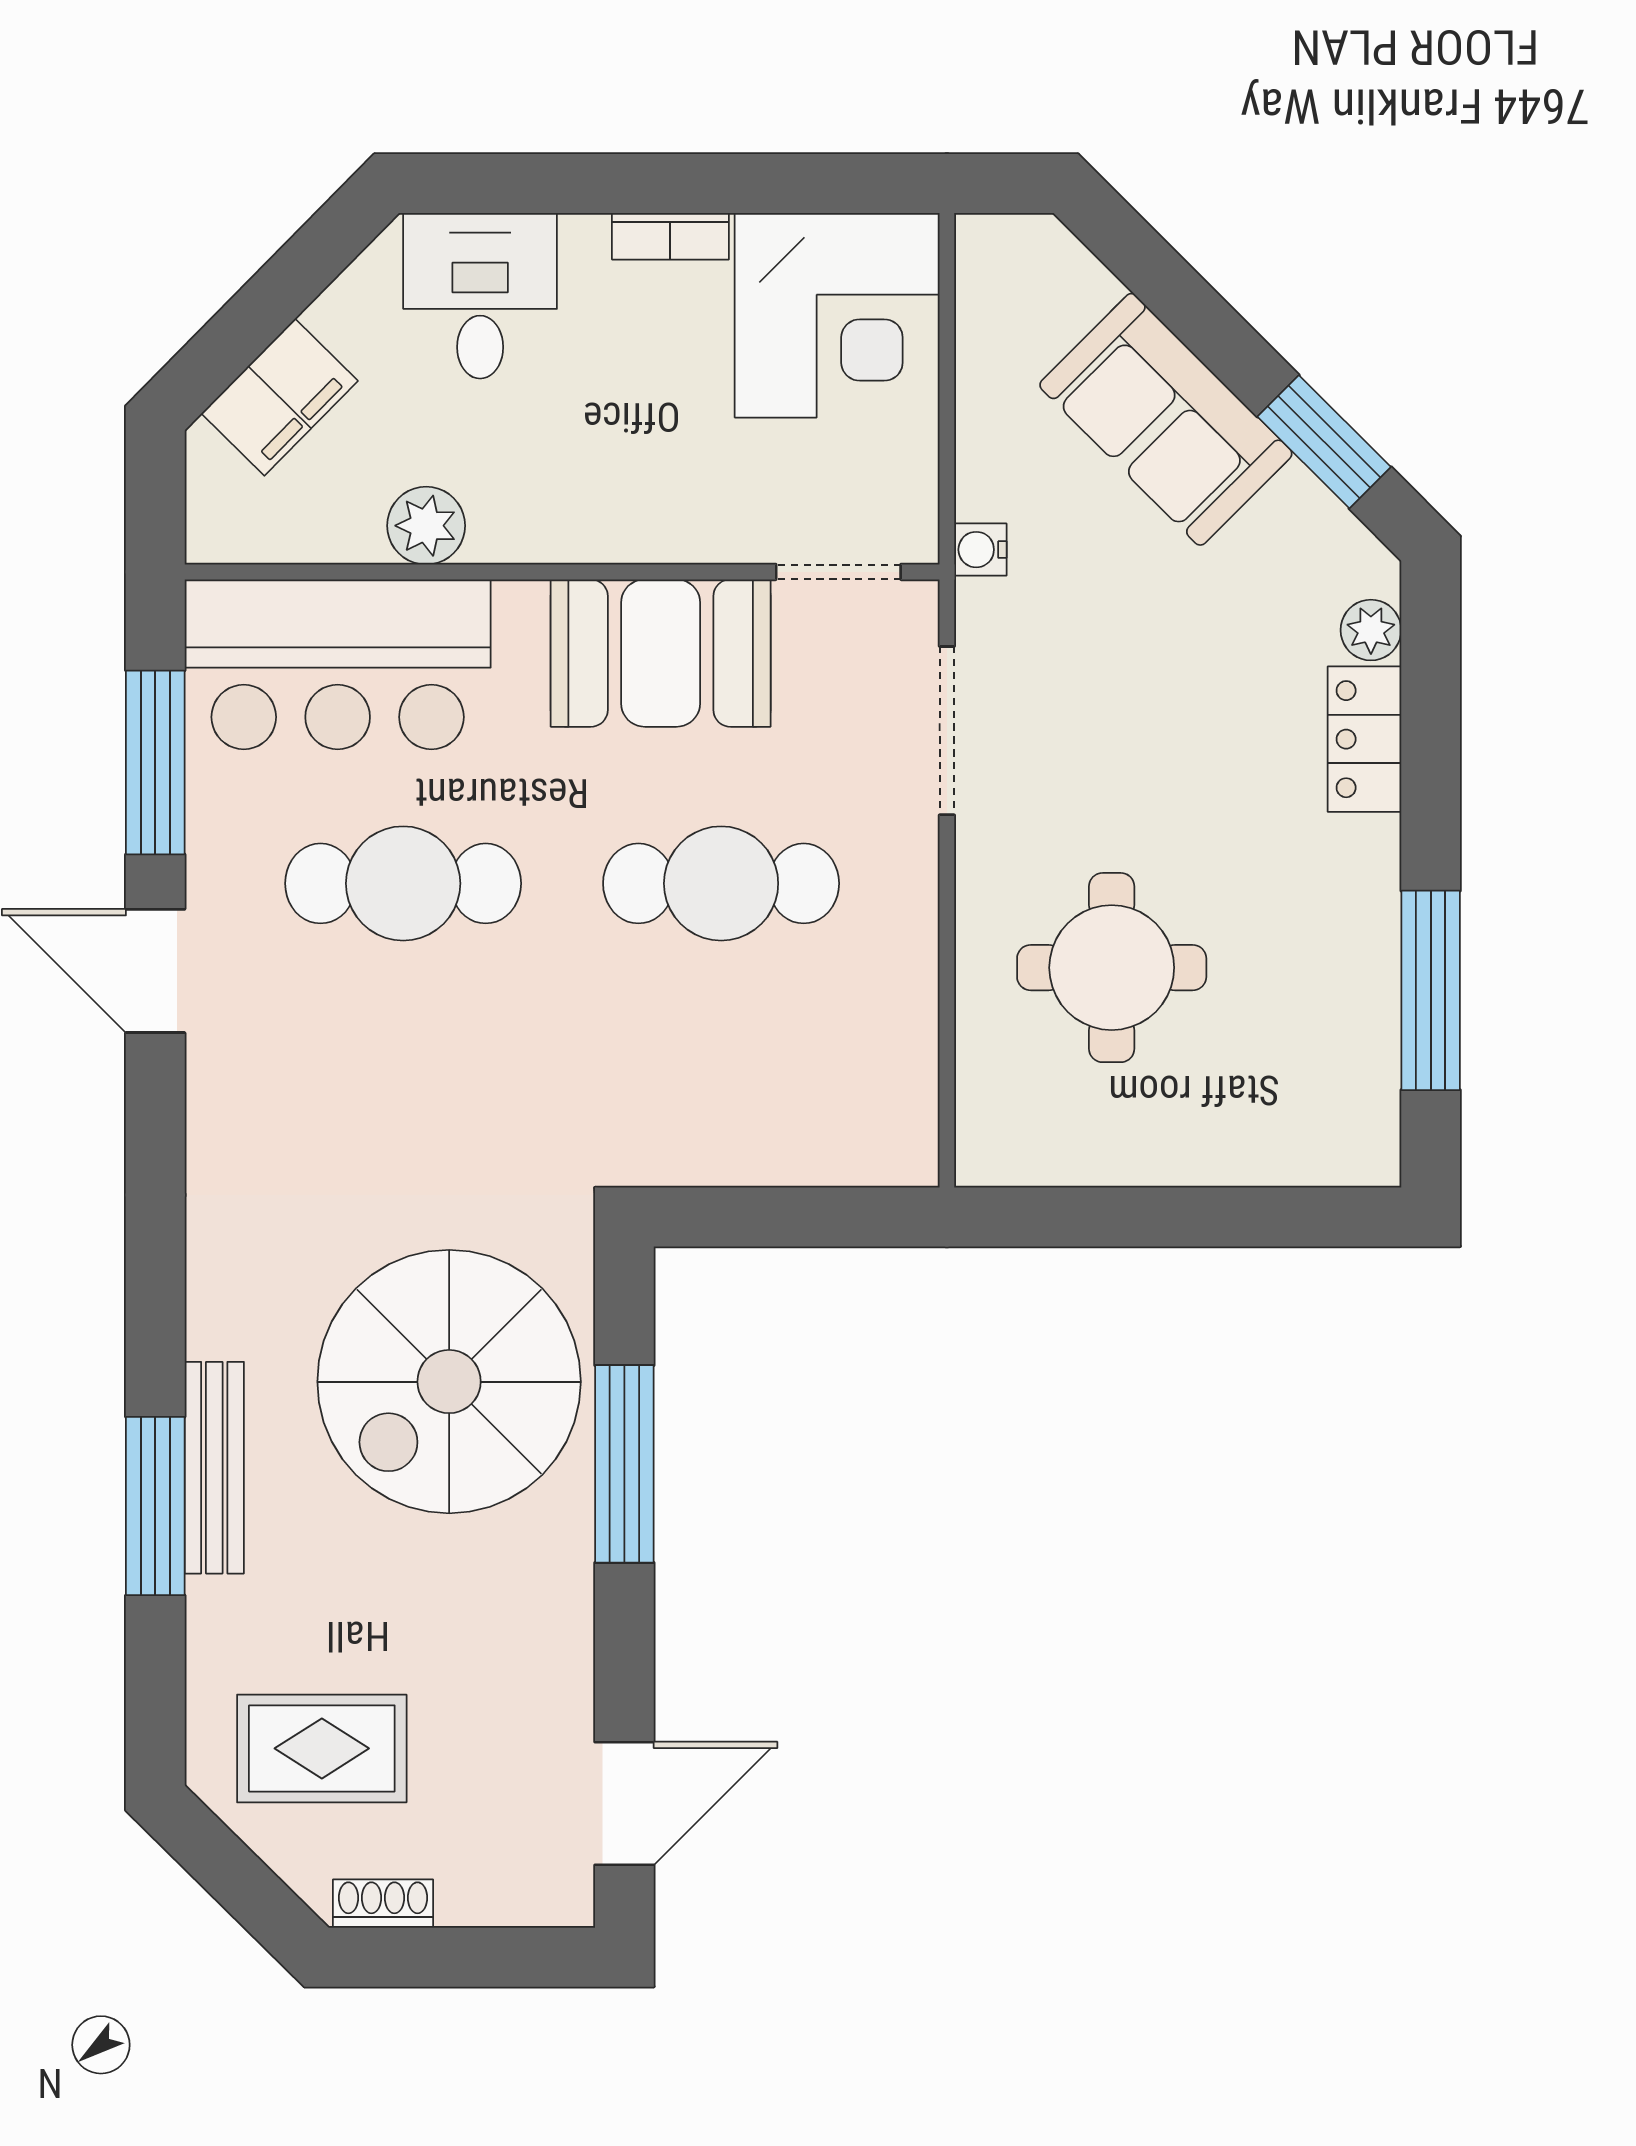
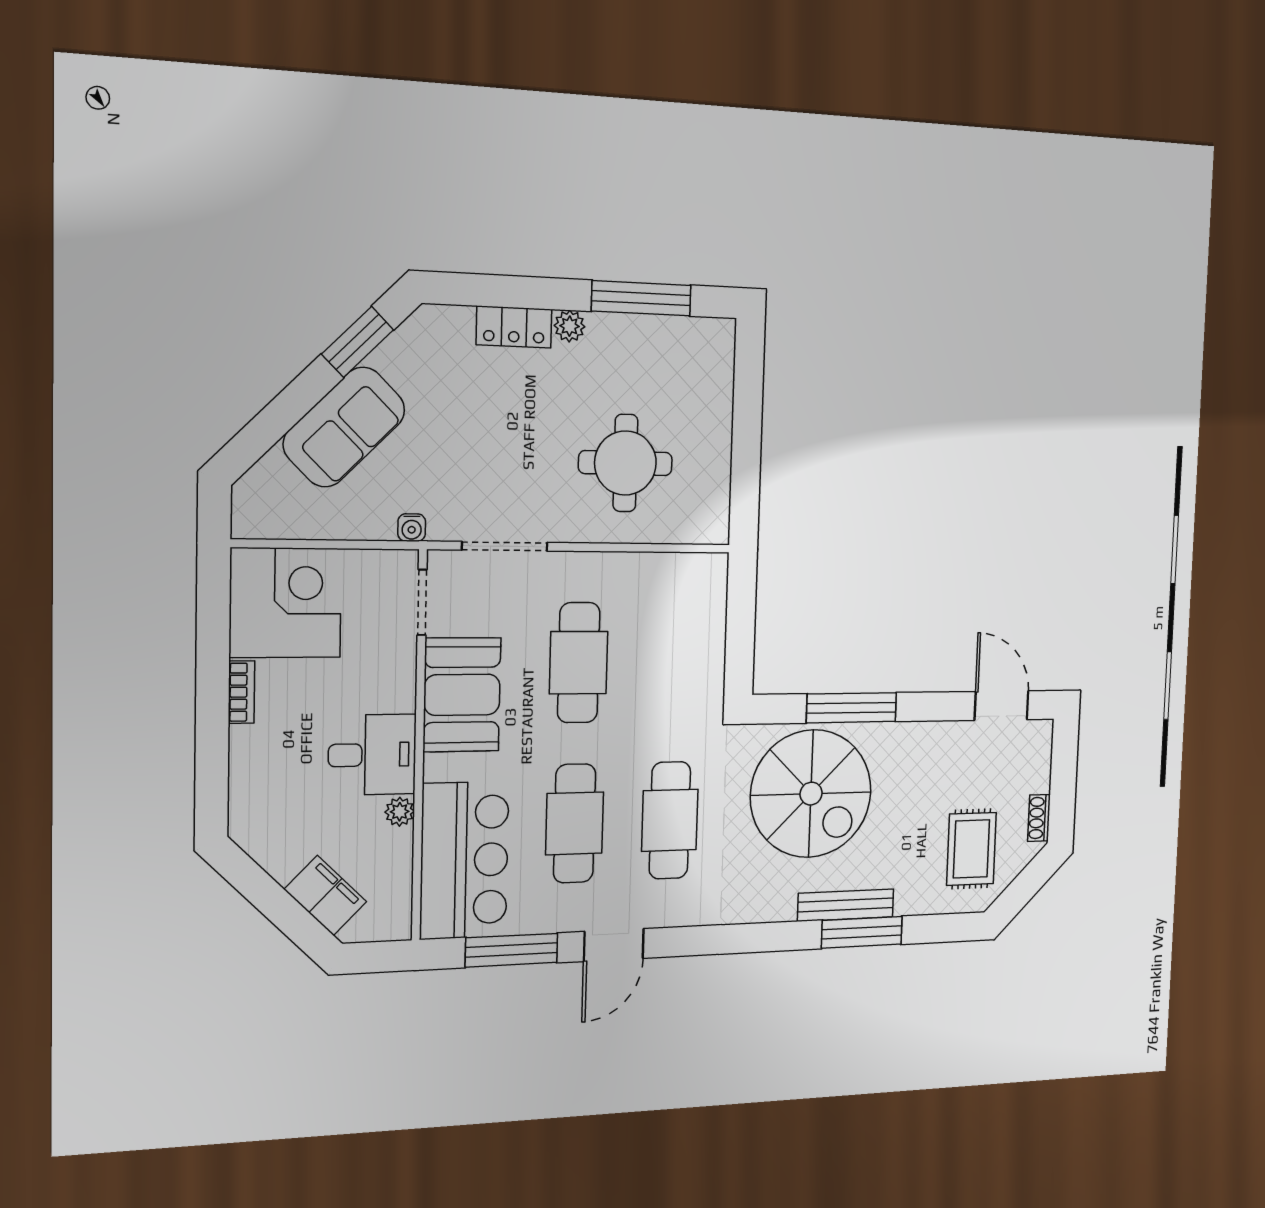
desk: (480, 296) -> (372, 755), moved, turned 180
plant: (426, 526) -> (400, 812), width x0.73, depth x0.73
plant: (1371, 630) -> (570, 326), moved
cafe table: (403, 1080) -> (670, 820), added

